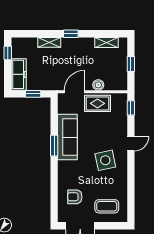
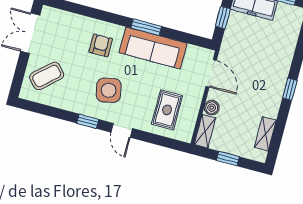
shelving: (49, 42) -> (205, 131), moved
rug: (97, 103) -> (167, 110), moved
window: (131, 108) -> (88, 121), moved
armchair: (75, 197) -> (101, 45), moved
coffee table: (107, 206) -> (47, 76), turned 48

